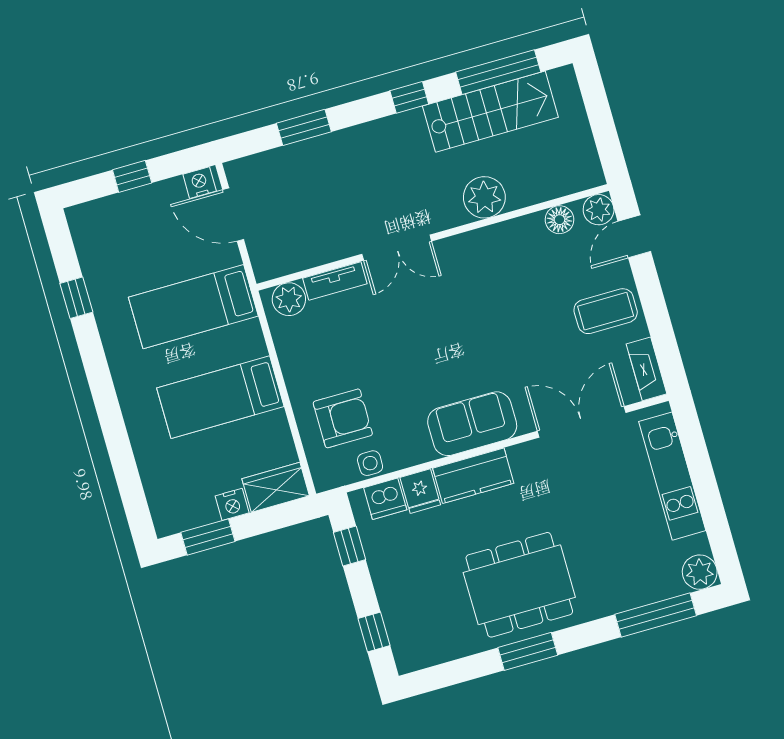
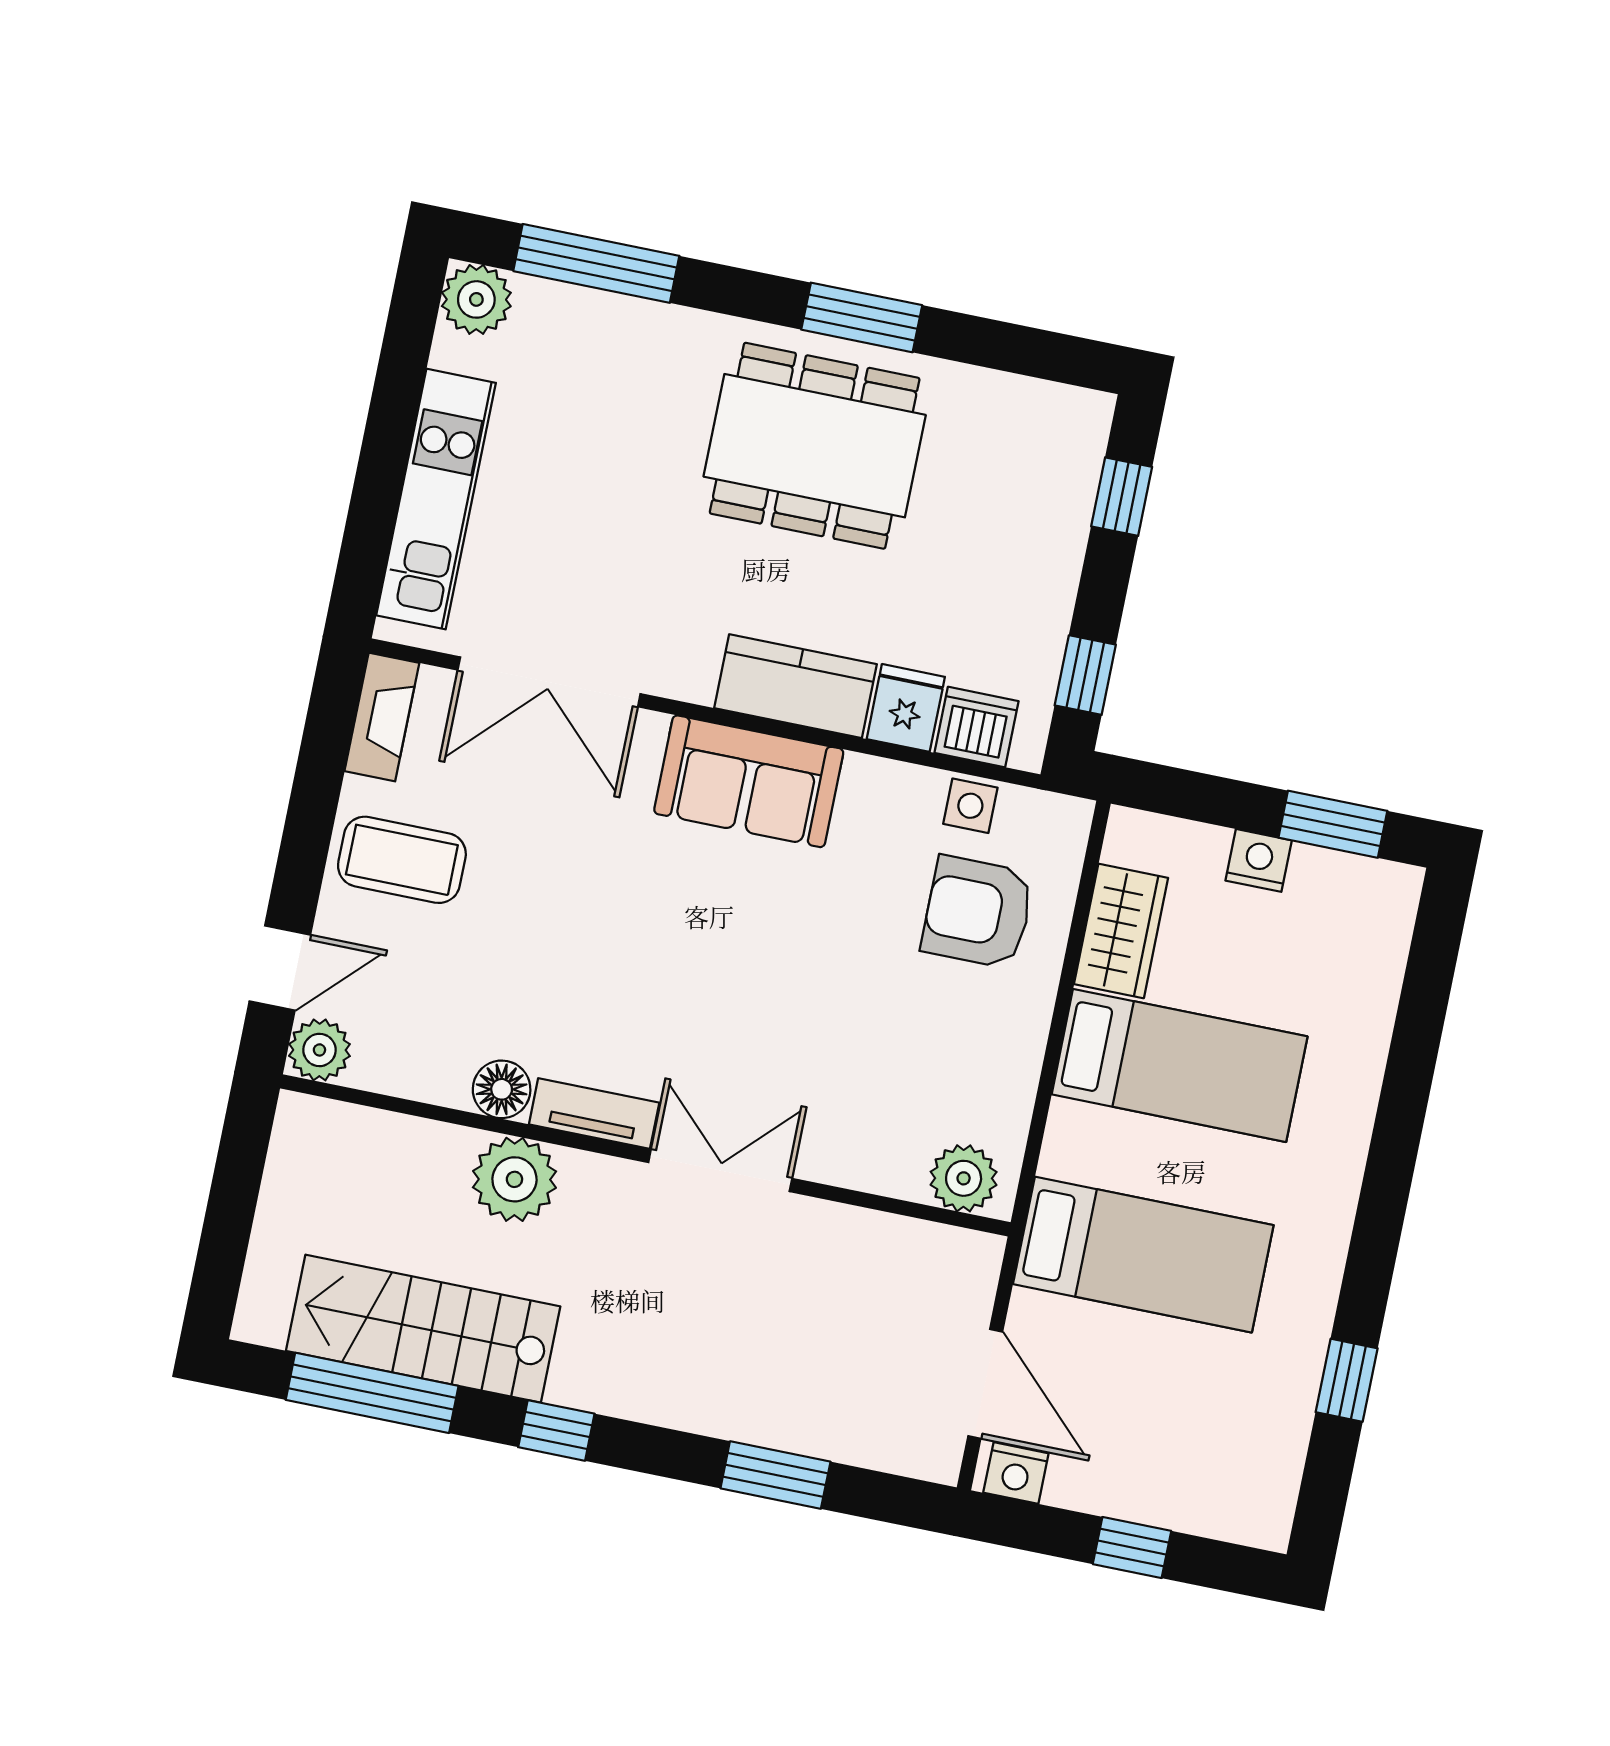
floor lamp: (559, 220) -> (502, 1089), moved
tv unit: (335, 281) -> (594, 1113), moved
wardrobe: (276, 487) -> (1121, 931), moved, turned -90

